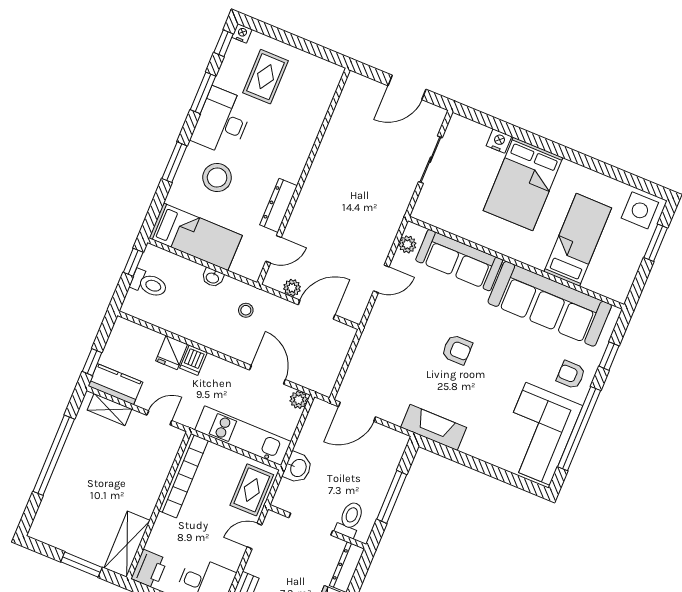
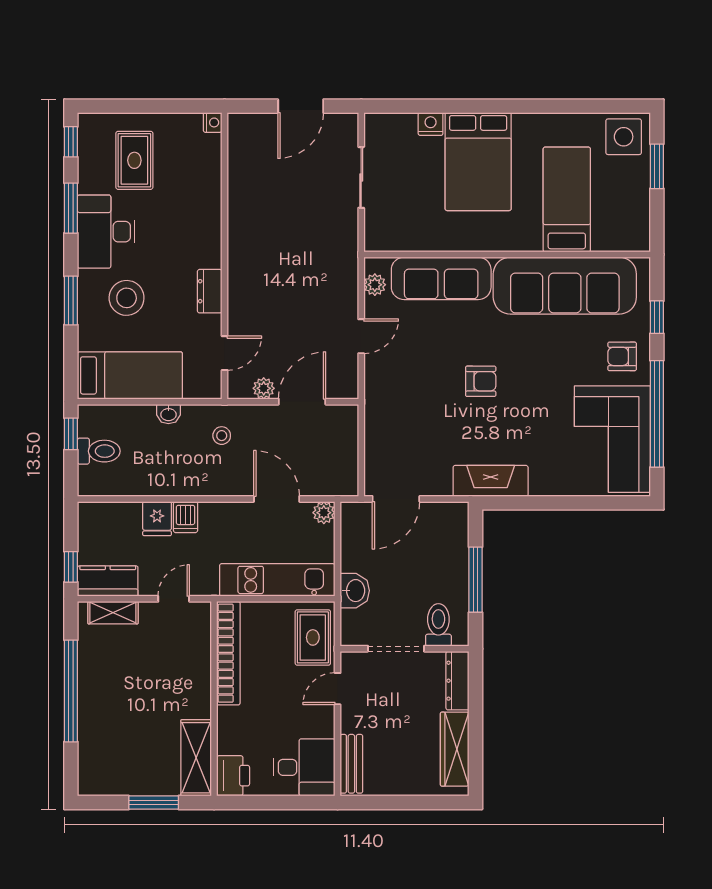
nightstand: (242, 33) -> (213, 122), moved, turned 90
dresser: (279, 205) -> (210, 291), width x0.70

